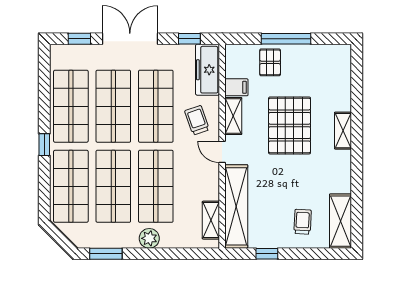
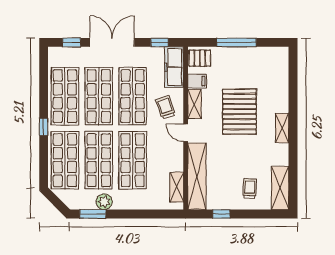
pallet: (270, 62) -> (200, 58), moved, turned 90
shelving: (343, 131) -> (282, 128), moved
plant: (149, 238) -> (104, 202), moved

